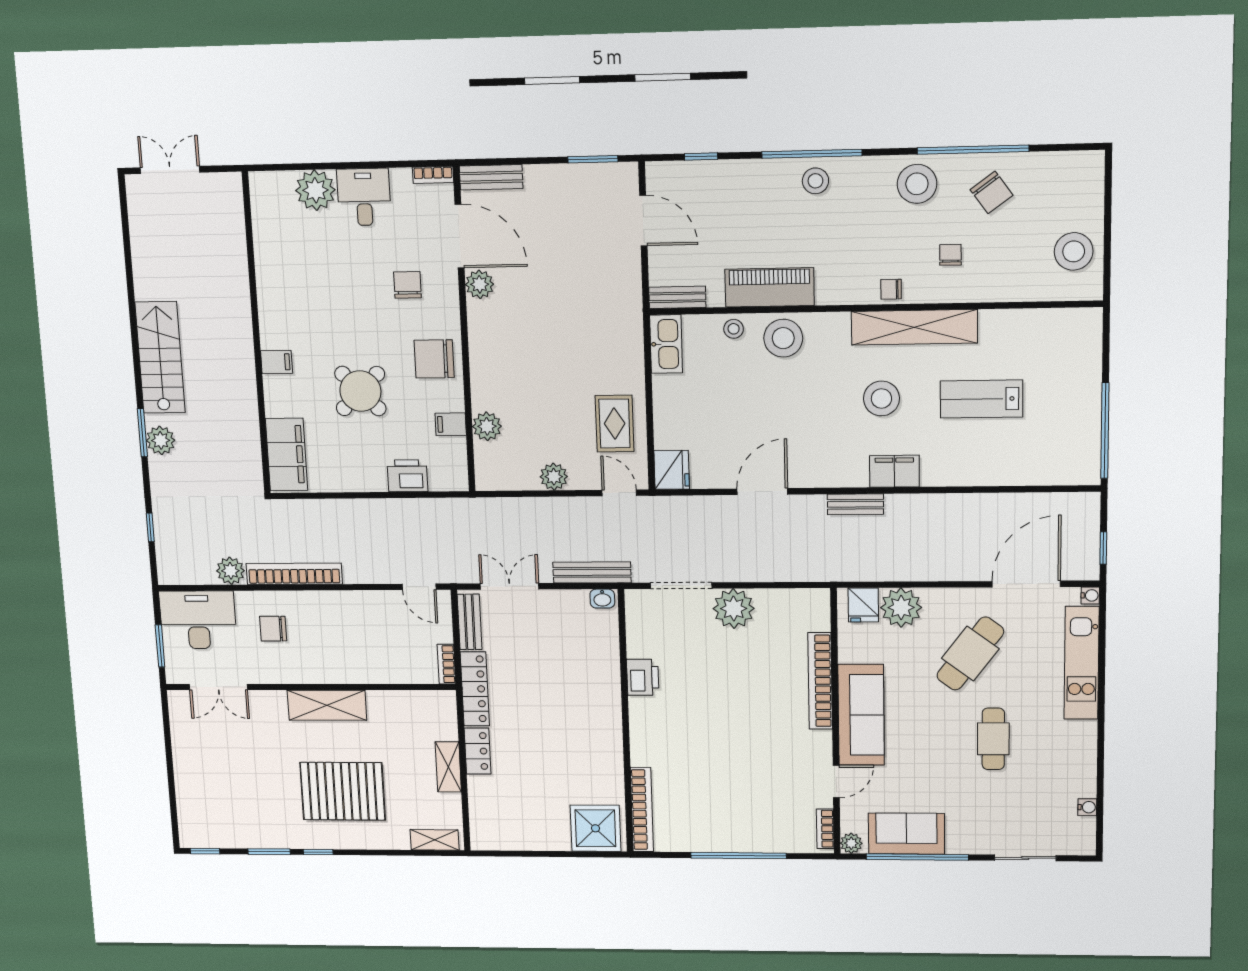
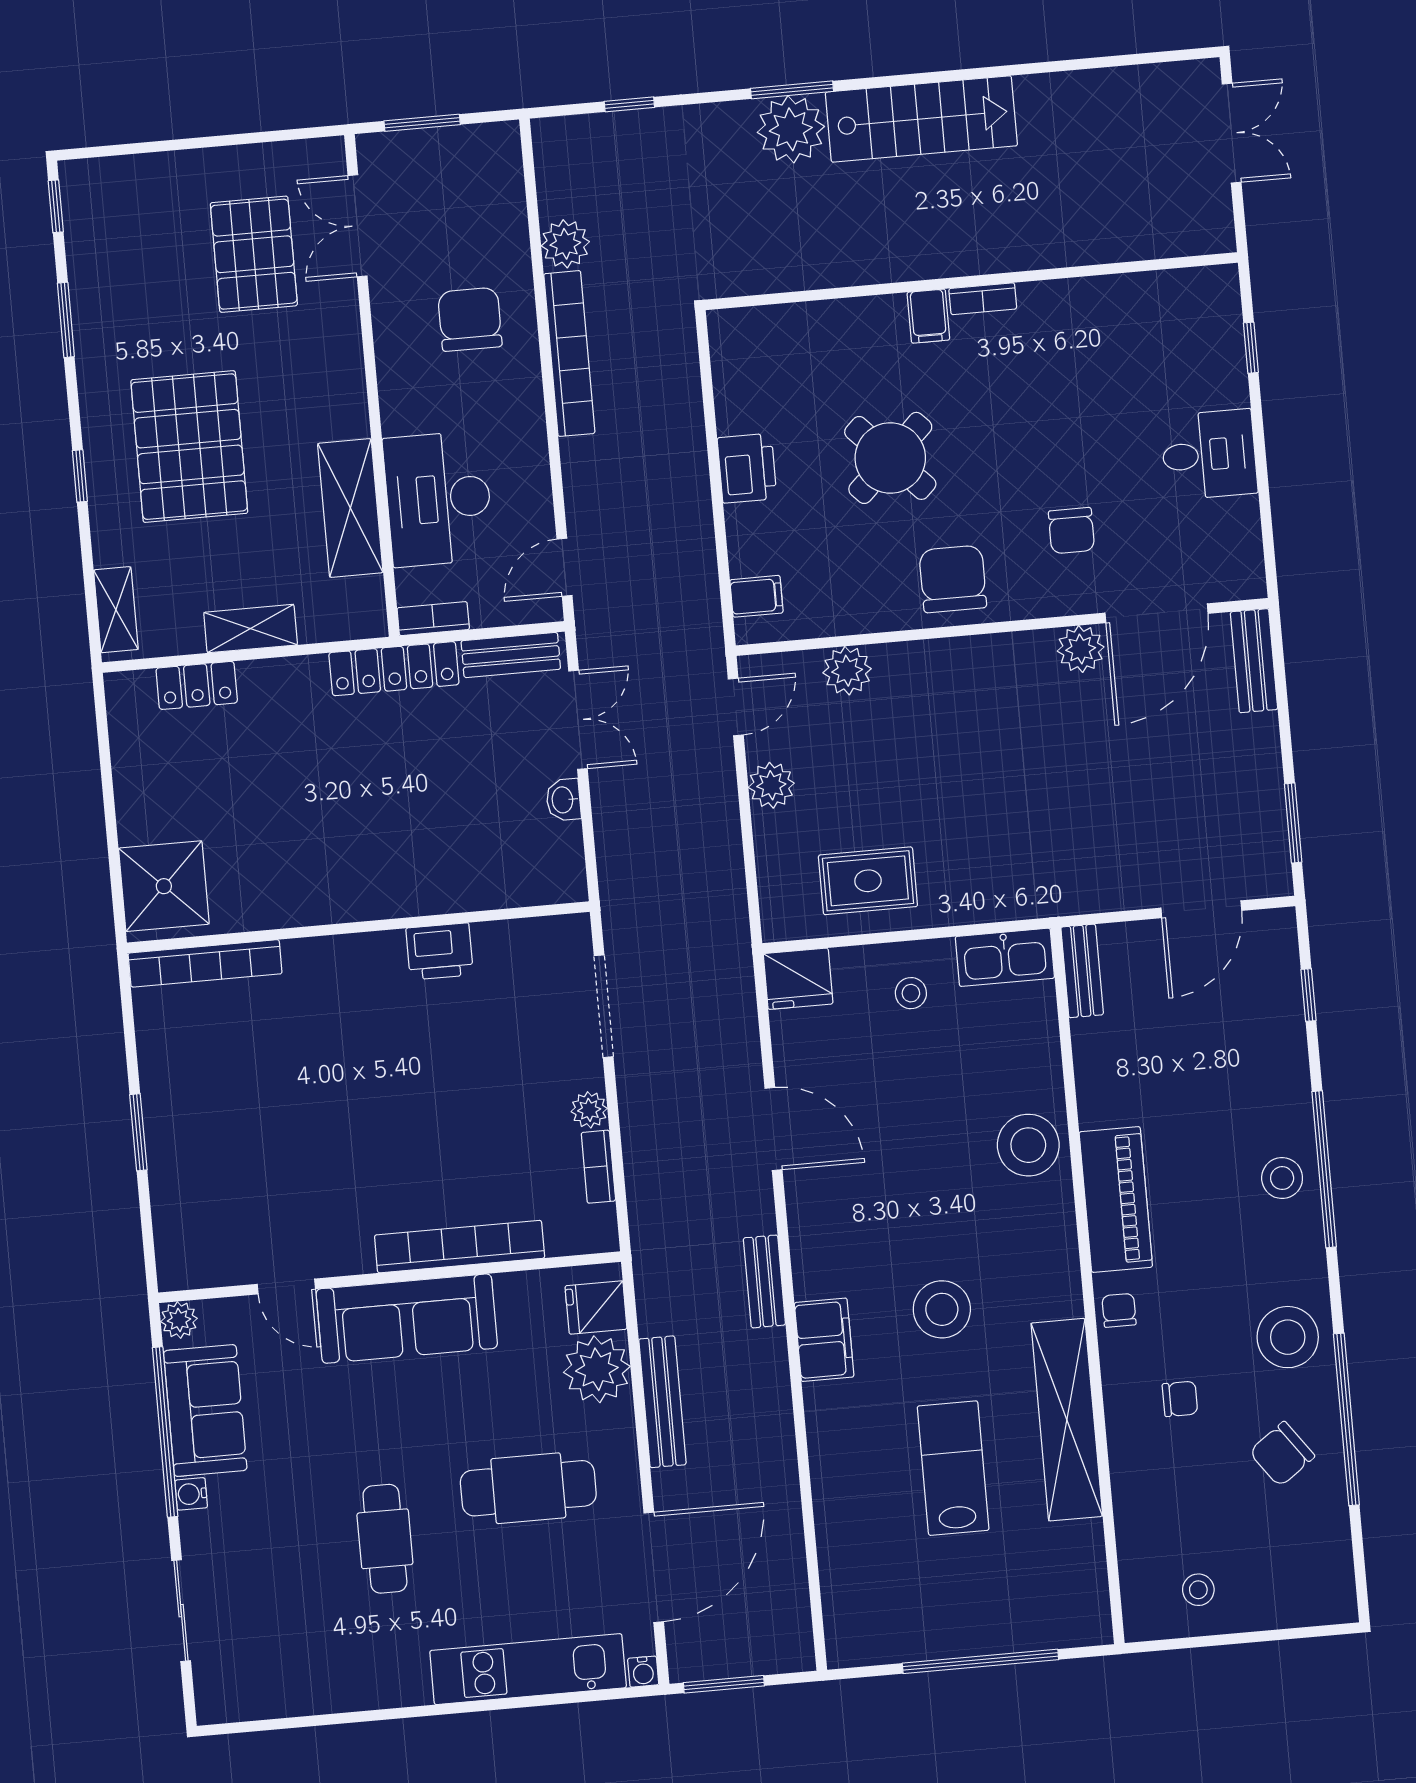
window: (300, 167) -> (1251, 348), added
bookcase: (433, 175) -> (983, 299), moved, turned -90
plant: (315, 190) -> (1215, 375), removed
stool: (1074, 251) -> (1198, 1590), width x0.53, depth x0.53
chair: (407, 285) -> (1071, 531), turned 90
piano: (770, 287) -> (1116, 1199), moved
shelving: (914, 327) -> (1067, 1420), moved
stool: (734, 329) -> (911, 993), moved
filing cabinet: (451, 424) -> (756, 596), moved, turned 90
window: (1105, 431) -> (980, 1661), moved
plant: (161, 440) -> (791, 129), width x1.36, depth x1.36
filing cabinet: (287, 454) -> (774, 336), removed
printer: (407, 476) -> (747, 468), moved
door: (619, 493) -> (736, 707), moved
window: (1103, 548) -> (724, 1684), width x1.50
bench: (592, 572) -> (662, 1402), moved
door: (1026, 584) -> (654, 1567), hinge flipped
washbasin: (602, 599) -> (563, 800), moved
plant: (734, 609) -> (589, 1110), width x0.53, depth x0.53
desk: (198, 620) -> (438, 499), moved, turned 180
chair: (273, 629) -> (470, 319), width x1.37, depth x1.37
cafe table: (970, 654) -> (528, 1488), turned -37
shelving: (327, 705) -> (350, 508), moved
cafe table: (993, 739) -> (385, 1539), turned 90
pallet: (234, 746) -> (254, 254), added
locker: (477, 751) -> (197, 685), moved
water cooler: (1087, 807) -> (191, 1494), moved, turned 90
bookcase: (825, 829) -> (598, 1167), moved, turned -90
window: (318, 852) -> (80, 476), moved
window: (739, 856) -> (138, 1132), width x0.47

